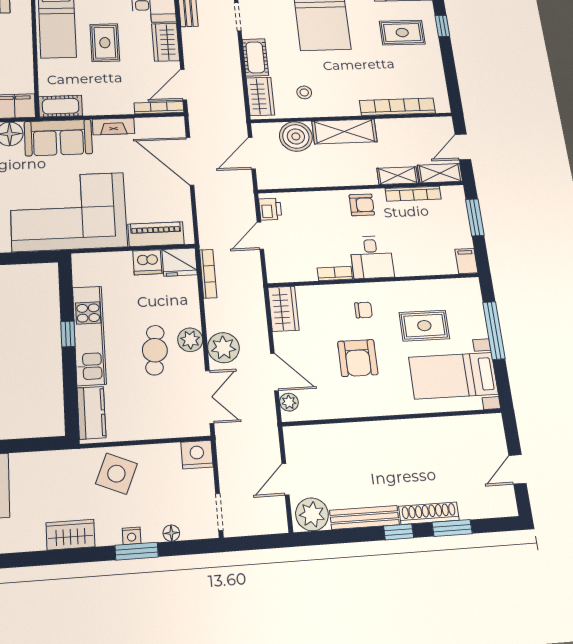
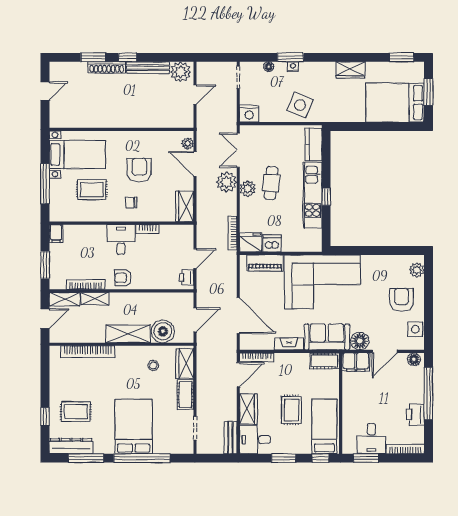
wardrobe: (71, 535) -> (350, 70), moved

